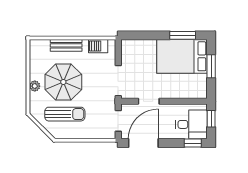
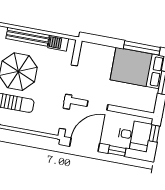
window: (183, 35) -> (142, 48), width x1.44
bench: (66, 45) -> (28, 37), width x1.36
window: (193, 143) -> (117, 151), moved

